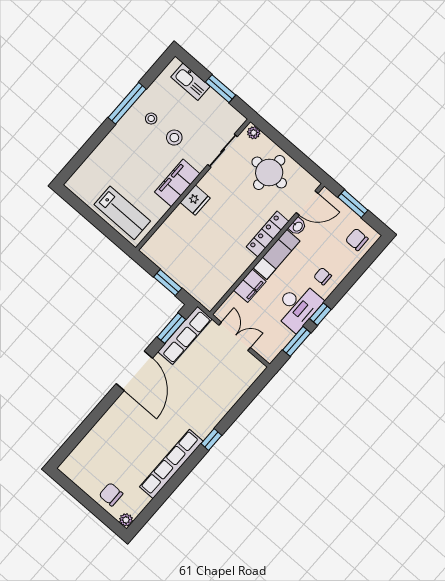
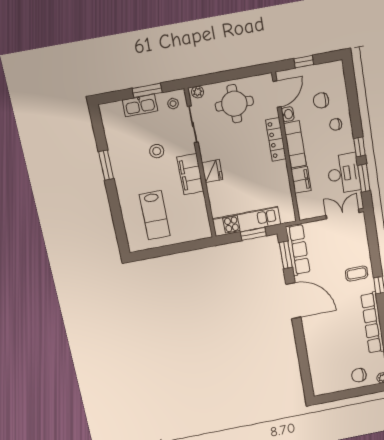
kitchen sink: (190, 82) -> (140, 105), moved
window: (127, 103) -> (106, 165), width x0.69
stool: (151, 119) -> (173, 104), moved
window: (353, 204) -> (304, 62), width x0.67
lab bench: (122, 213) -> (155, 215), moved, turned 90
chair: (357, 239) -> (321, 100), moved
kitchen unit: (174, 267) -> (246, 221), added
desk: (297, 306) -> (344, 174), moved
double door: (235, 336) -> (343, 214), moved
coffee table: (206, 409) -> (357, 274), added

